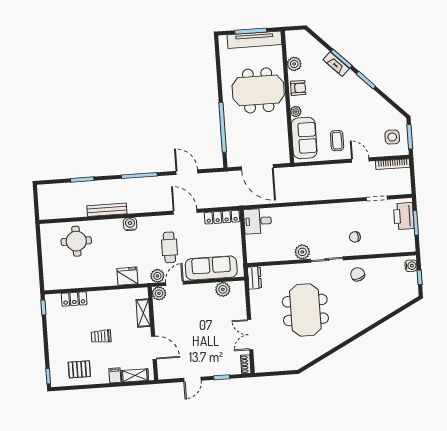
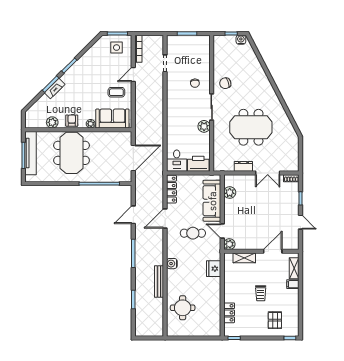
printer: (404, 216) -> (198, 164), moved, turned 180
water cooler: (411, 266) -> (241, 40), moved
plant: (157, 276) -> (215, 244), removed
dresser: (254, 278) -> (243, 166), moved
pallet: (79, 369) -> (275, 320), moved

